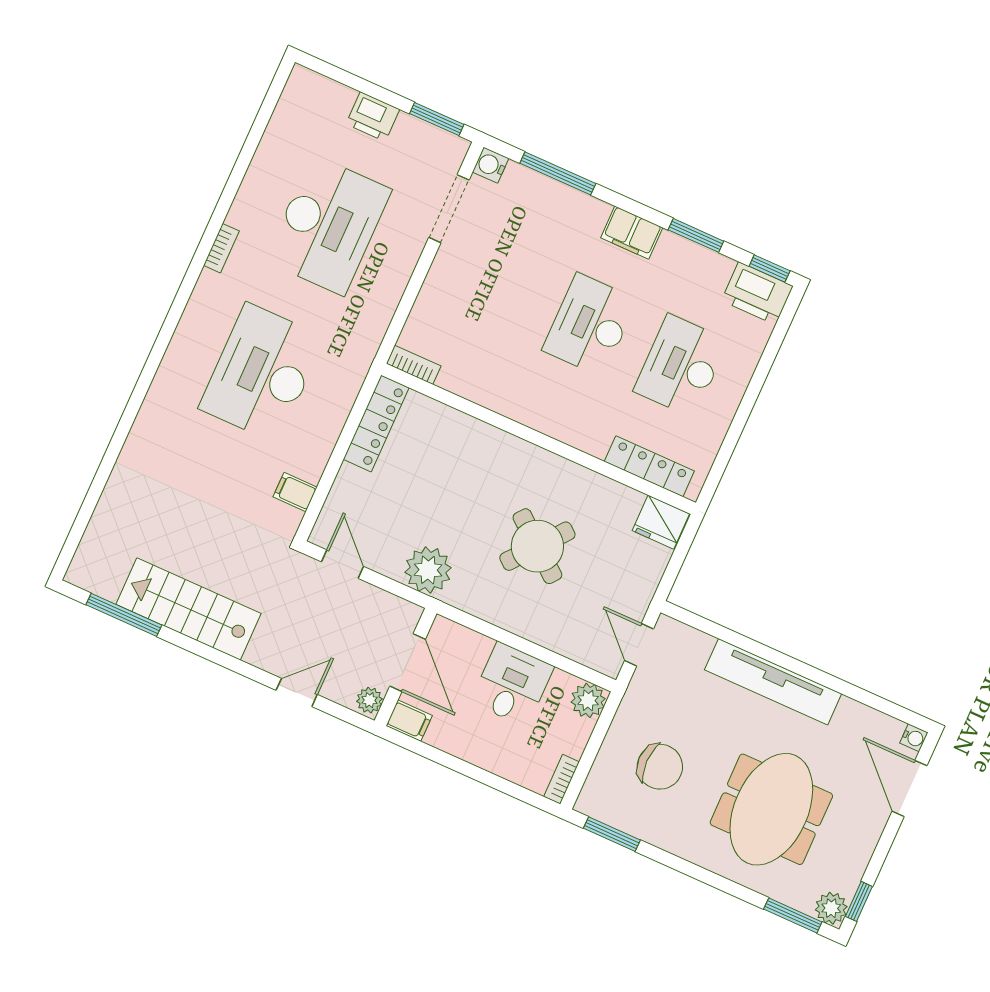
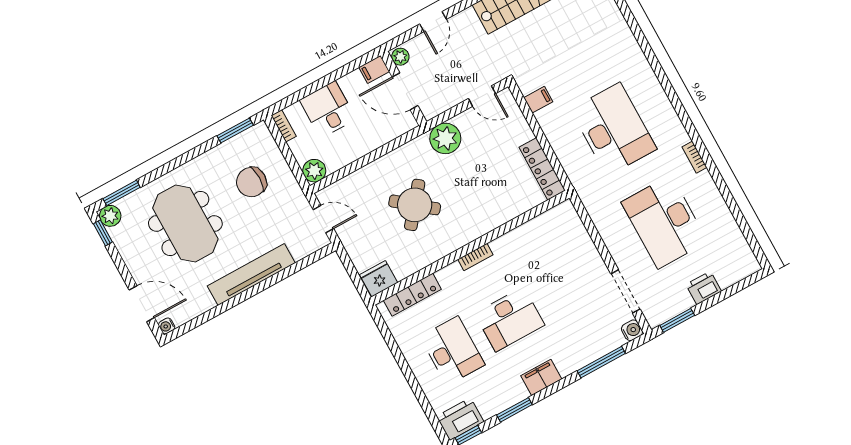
desk: (590, 325) -> (510, 319), turned 90
bookcase: (414, 365) -> (475, 257), moved
desk: (512, 684) -> (328, 110), moved, turned 180

